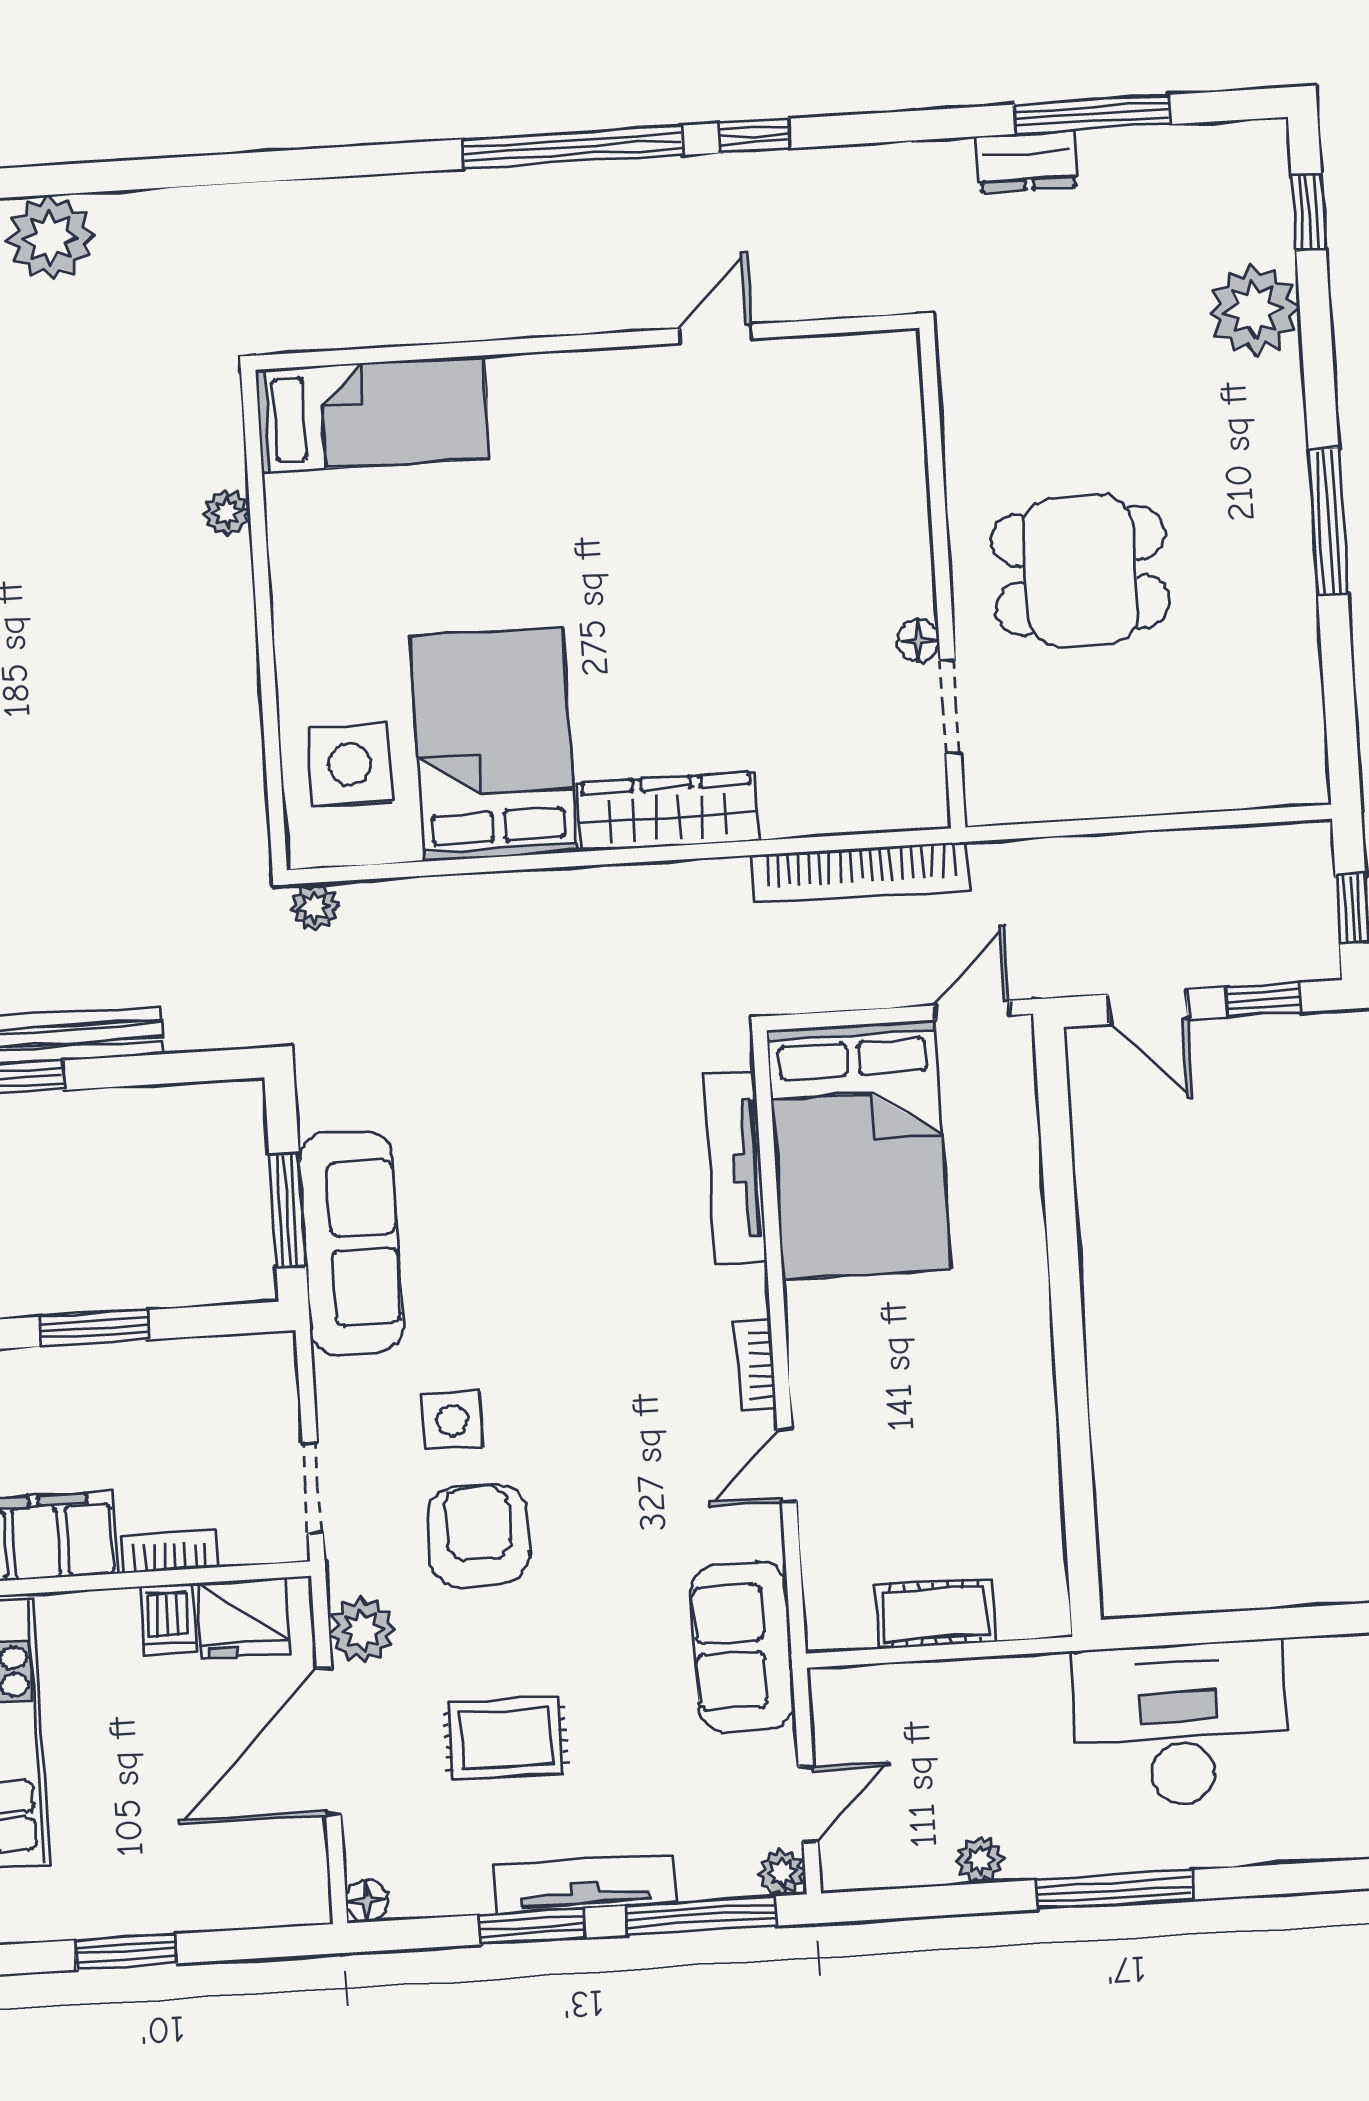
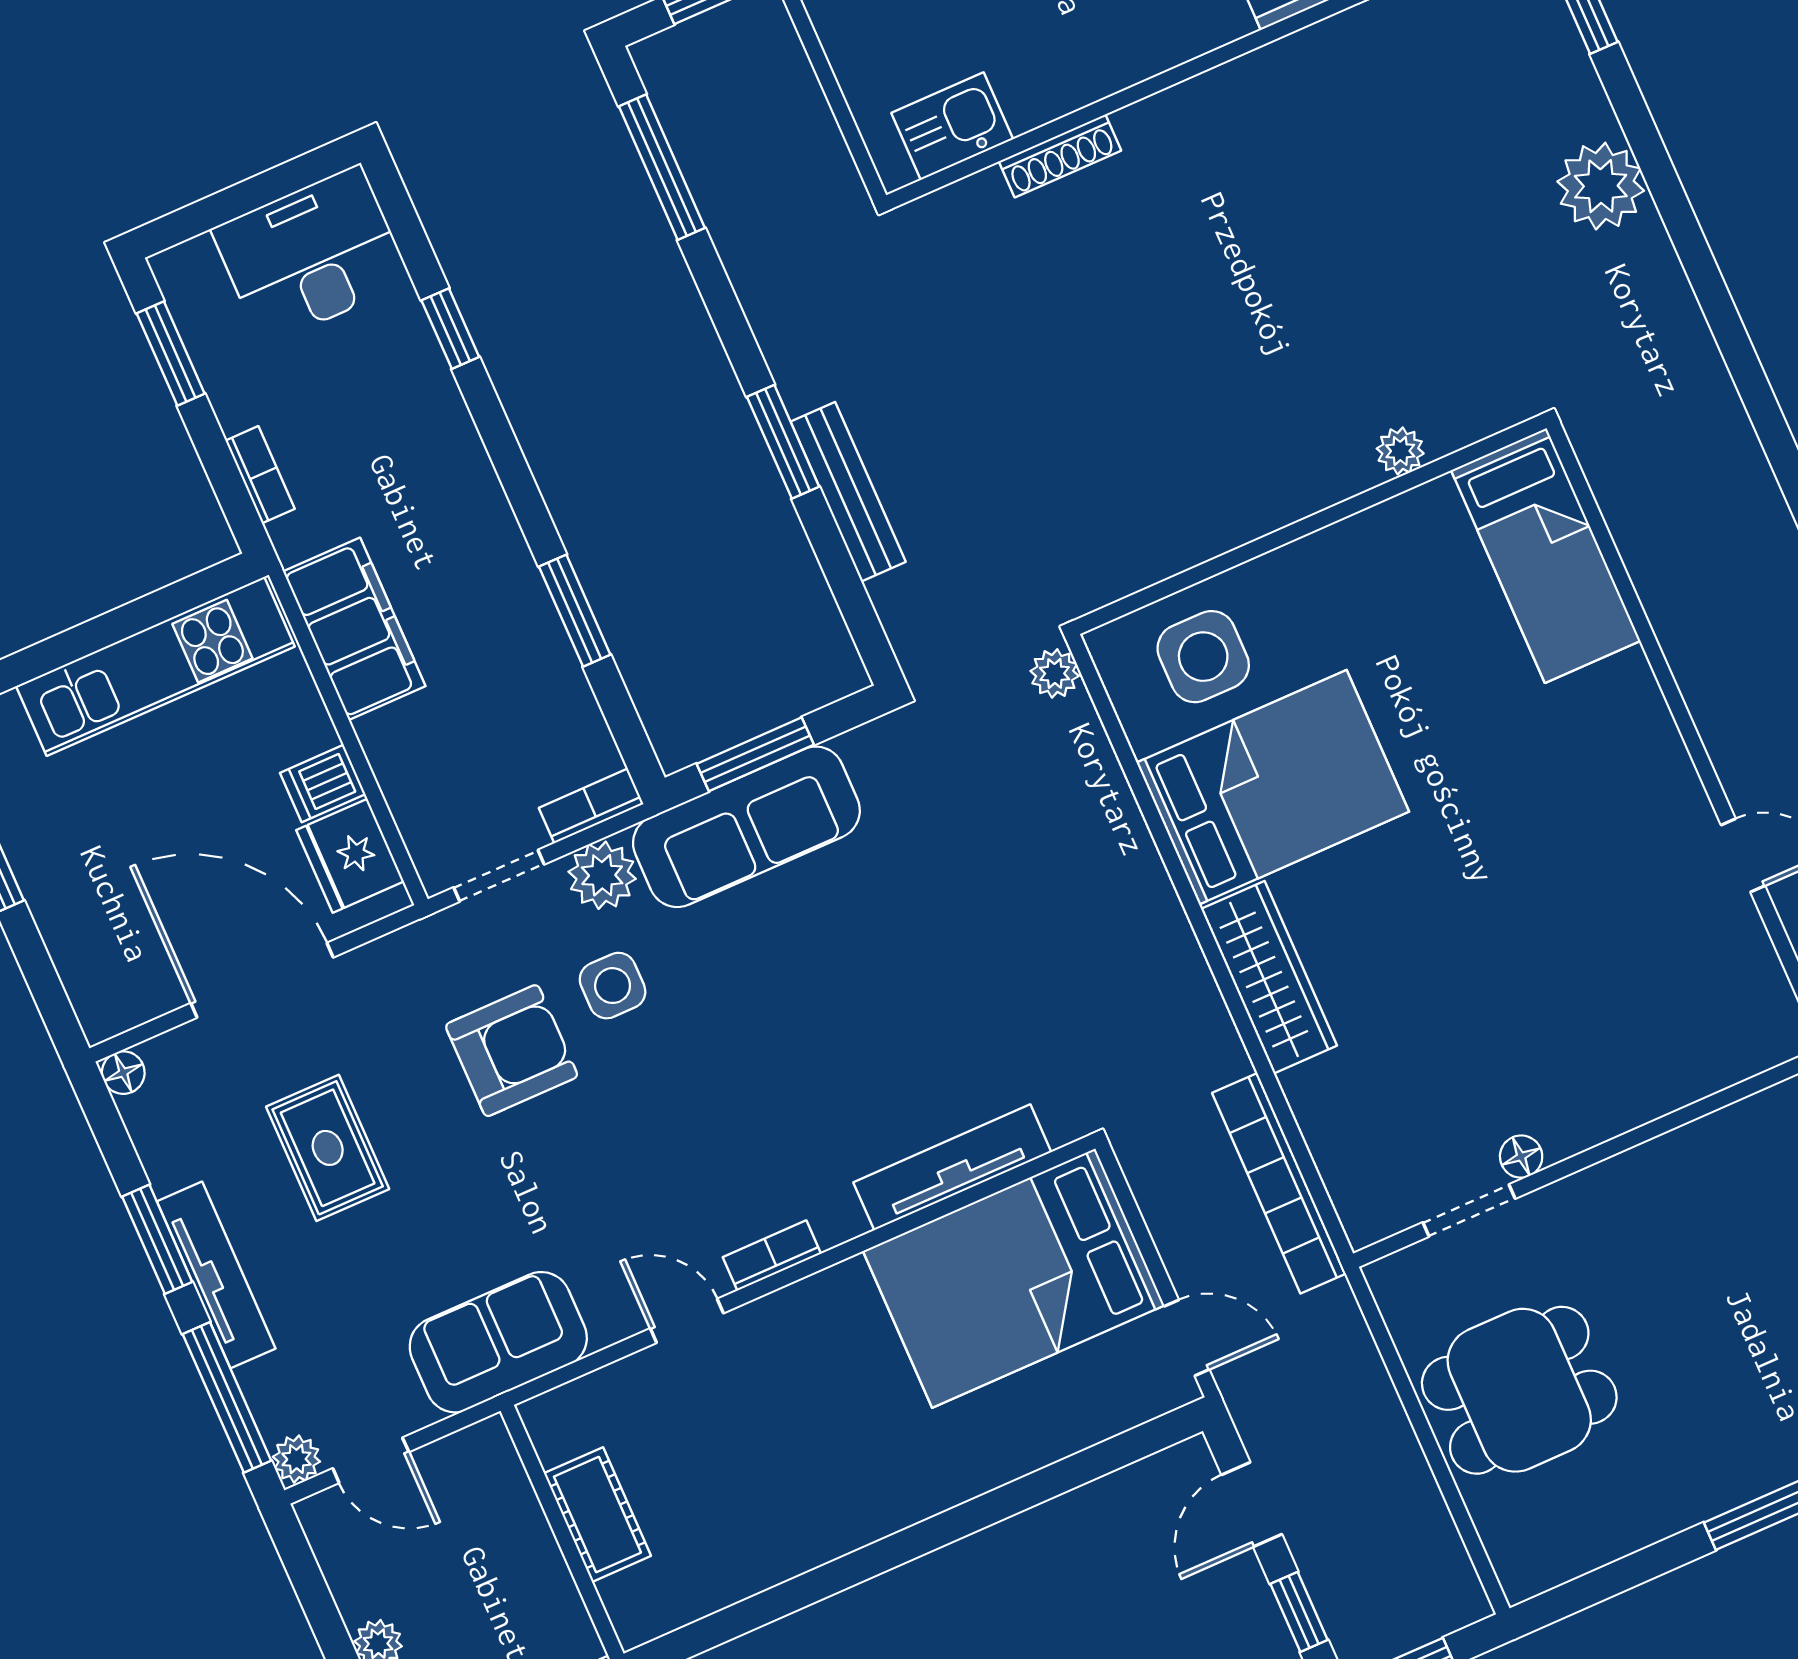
dining table: (1081, 571) -> (1519, 1390), moved, turned 90
bookcase: (170, 1551) -> (591, 806), moved, turned -90
plant: (362, 1630) -> (602, 875), moved

